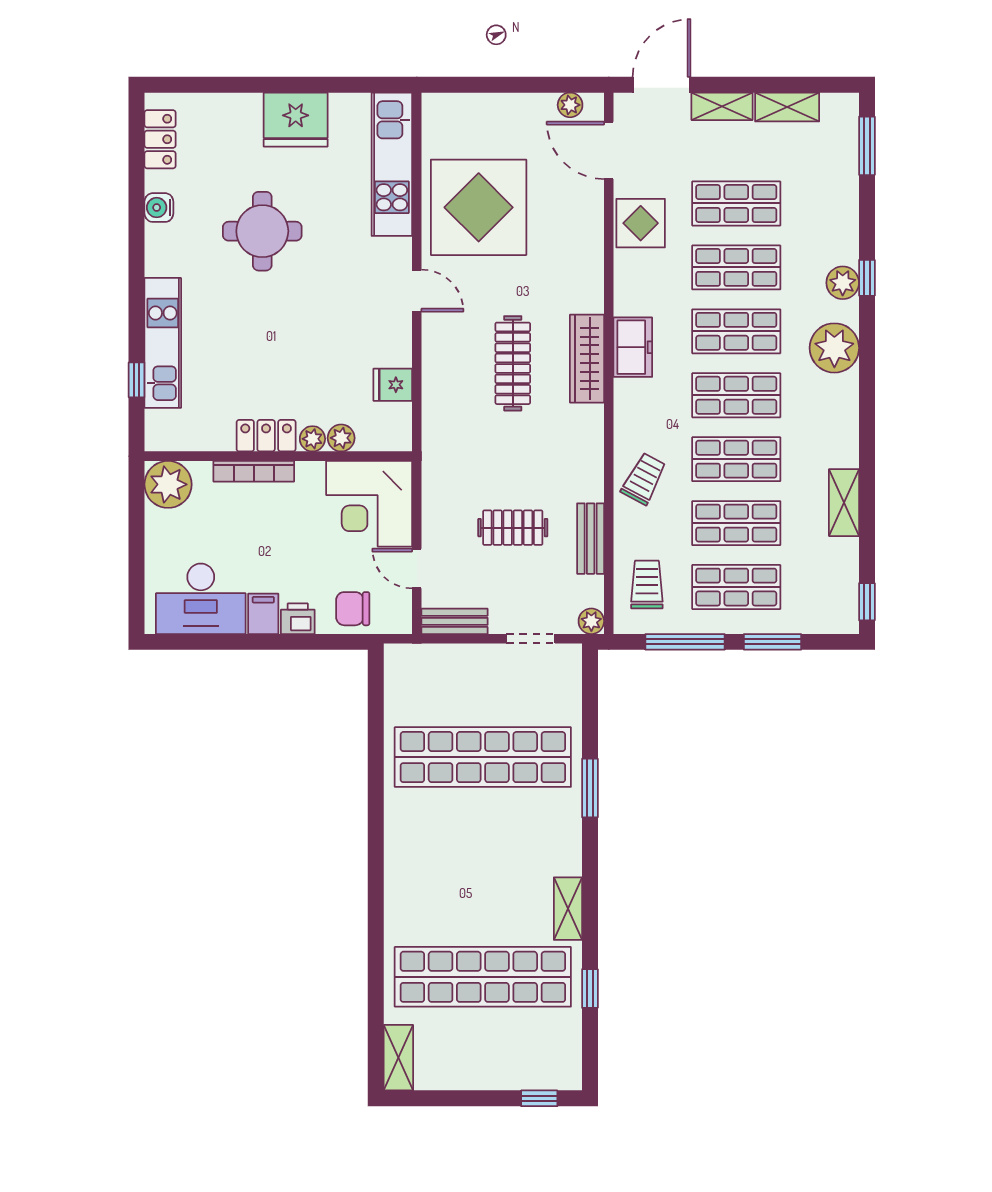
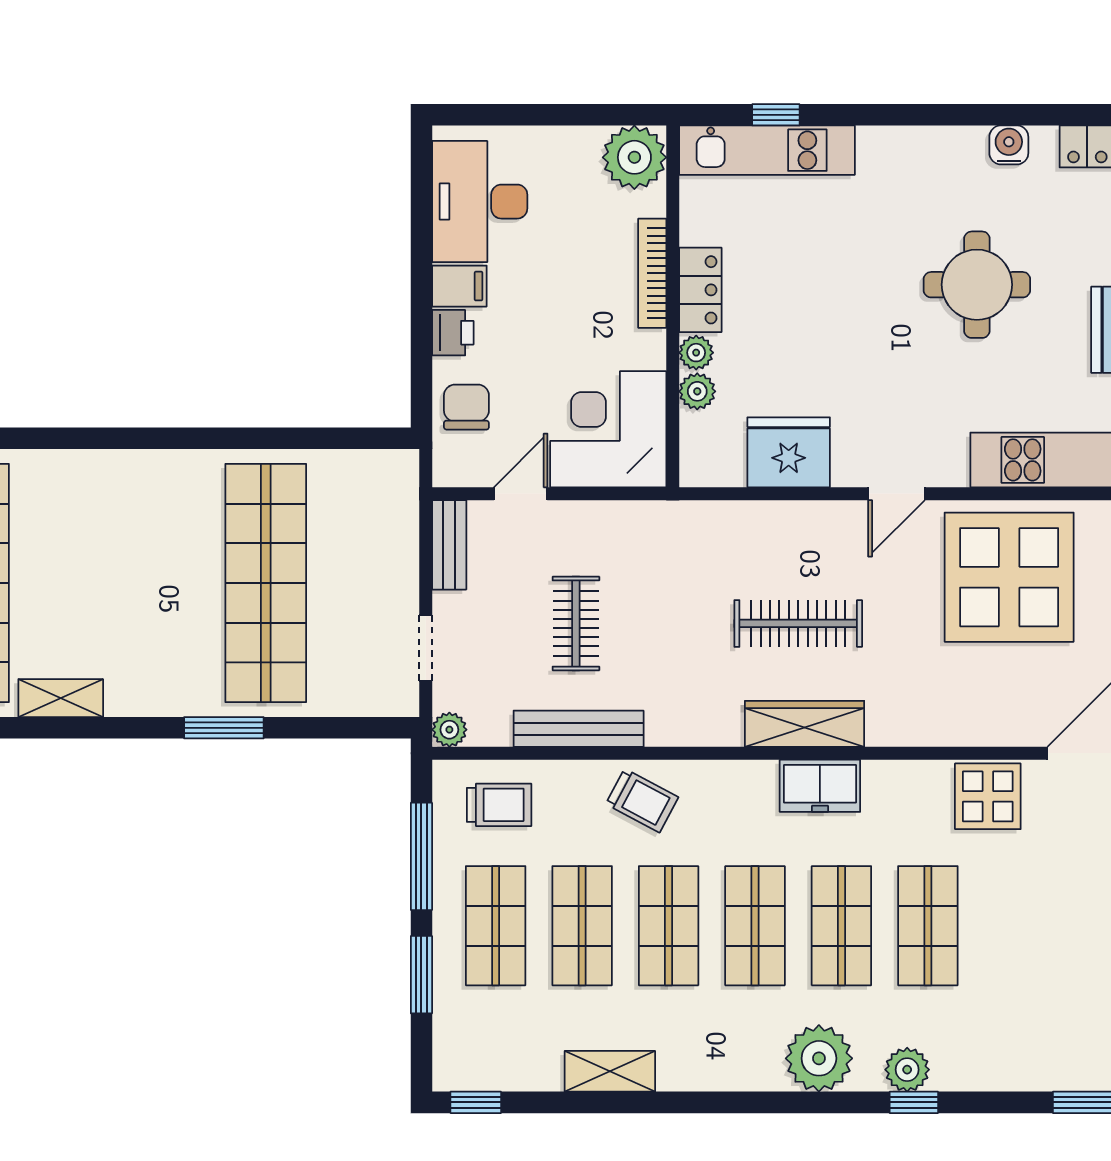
shop shelf: (736, 203) -> (1014, 926), removed
kitchen unit: (163, 343) -> (767, 150), moved
fridge: (393, 385) -> (789, 452), width x1.88, depth x1.34
bench: (591, 539) -> (579, 729), width x1.36

